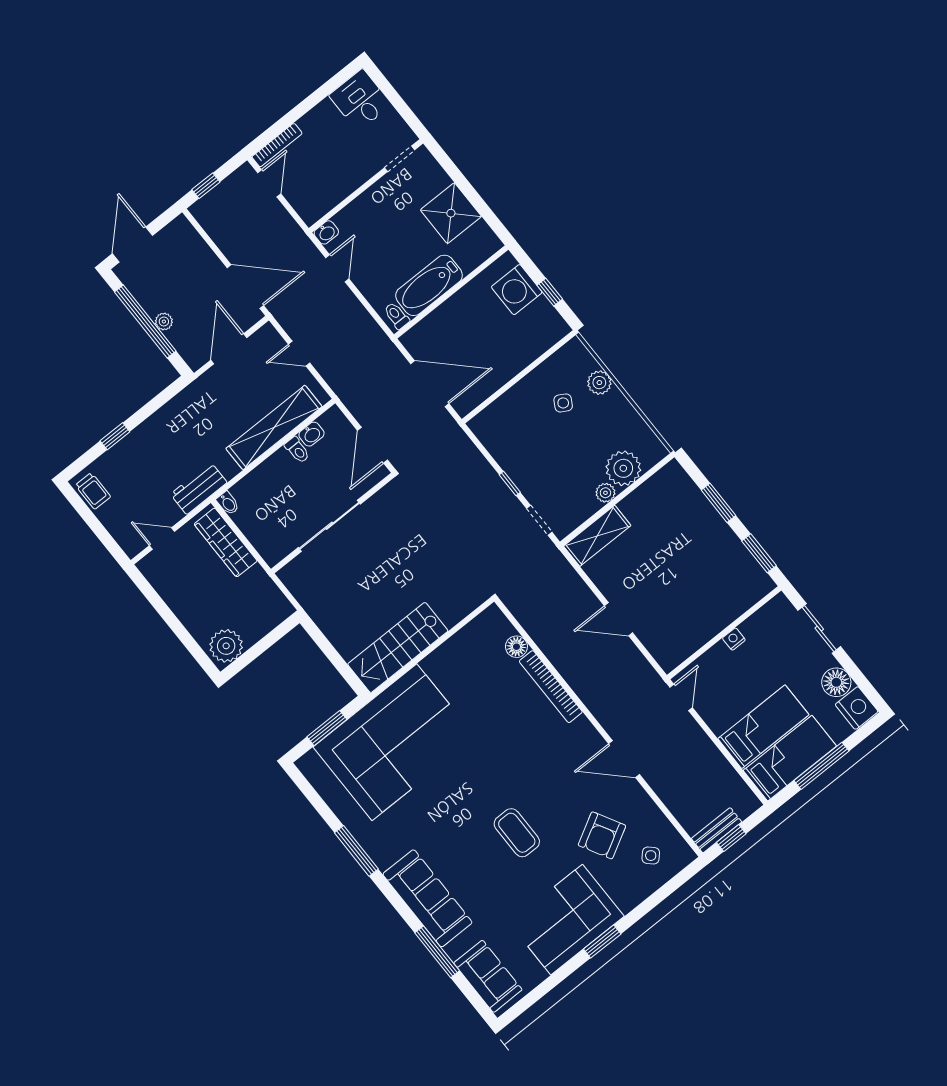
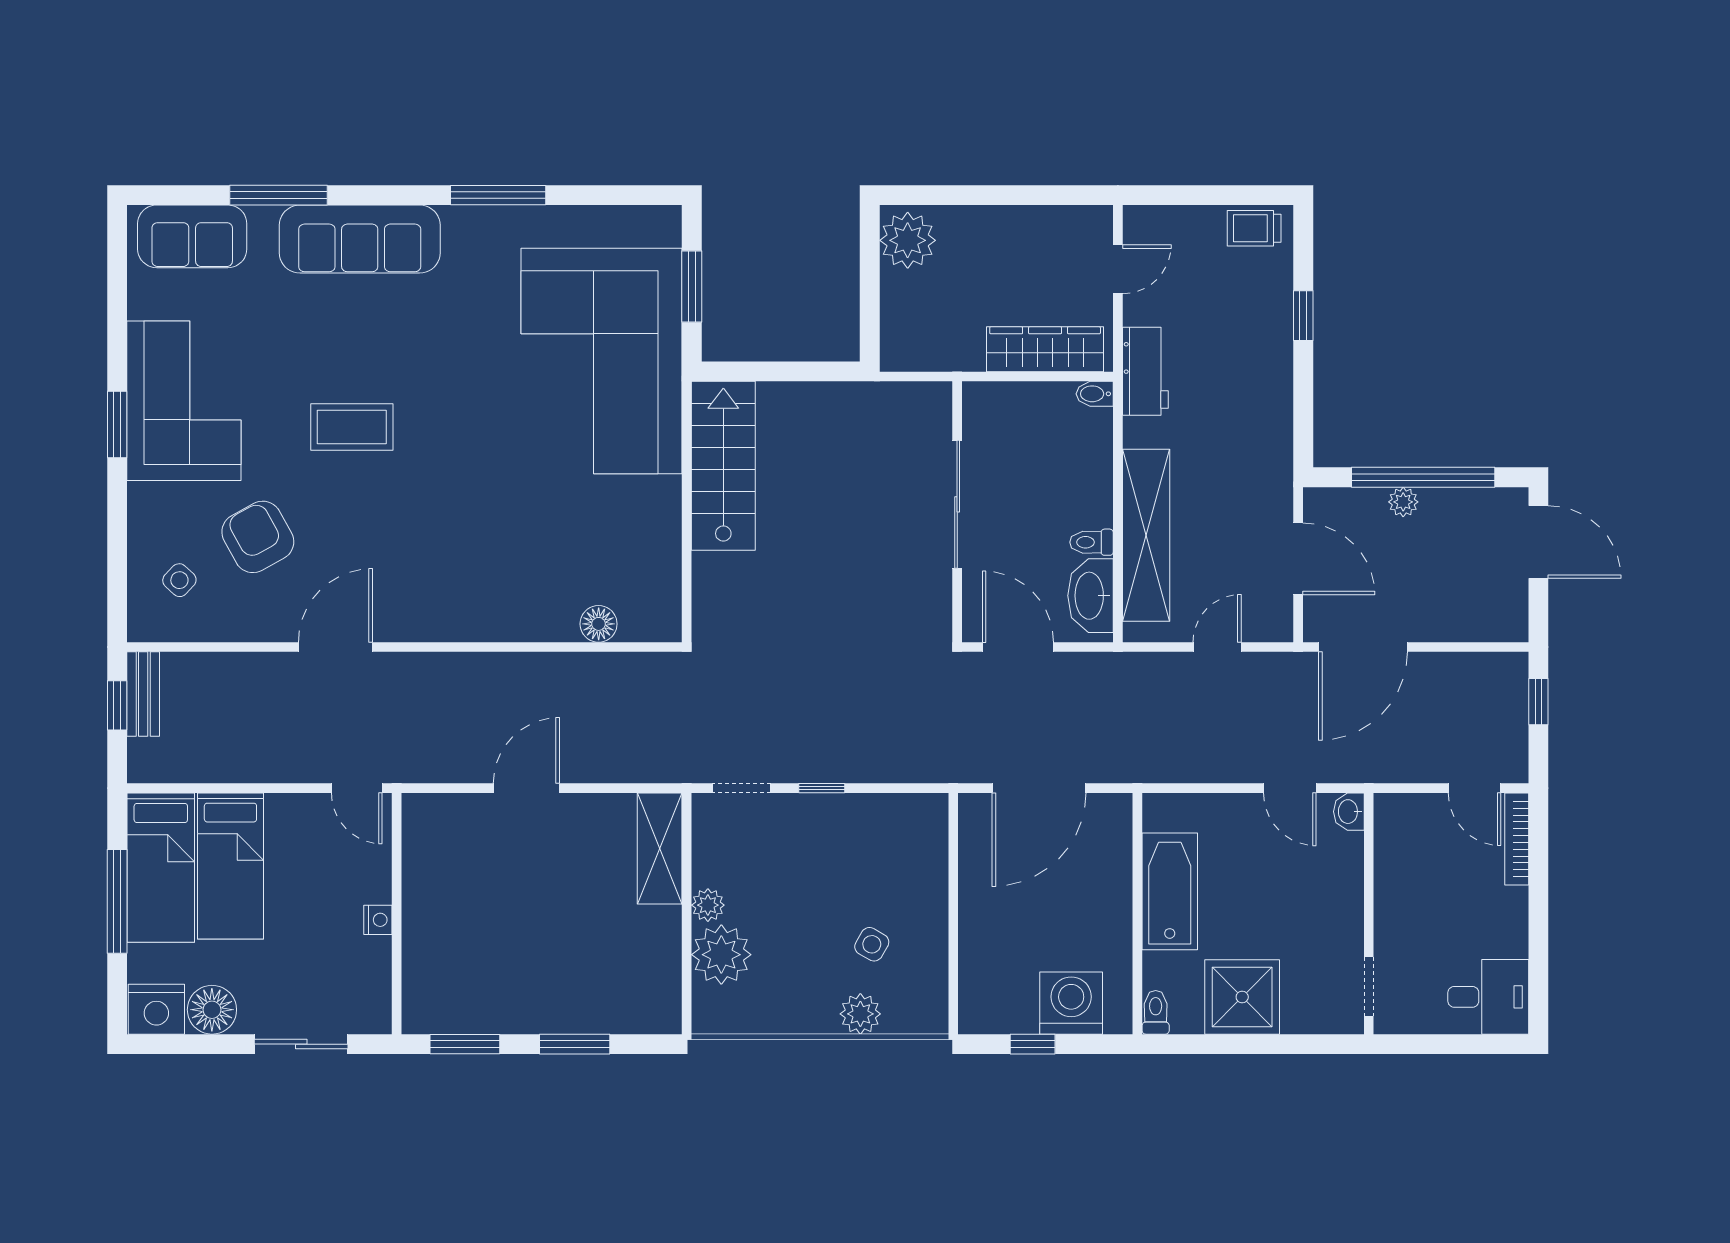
toilet: (397, 316) -> (1156, 1012), moved, turned -90
washbasin: (311, 434) -> (1091, 596), width x1.91, depth x1.45
bookcase: (551, 687) -> (509, 627), removed

